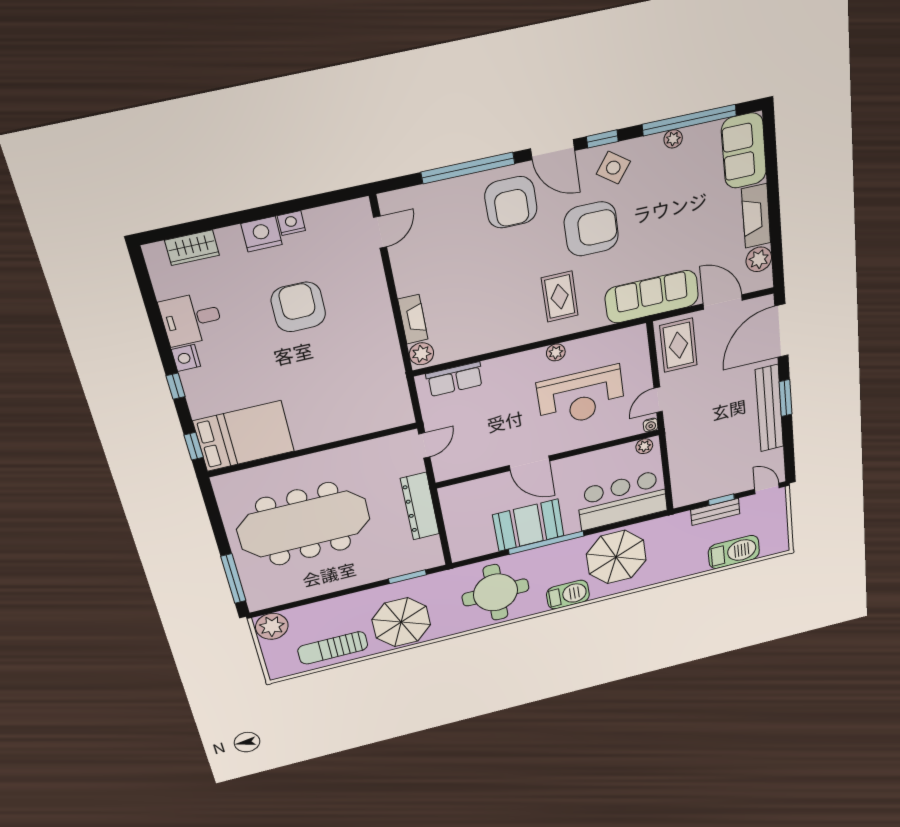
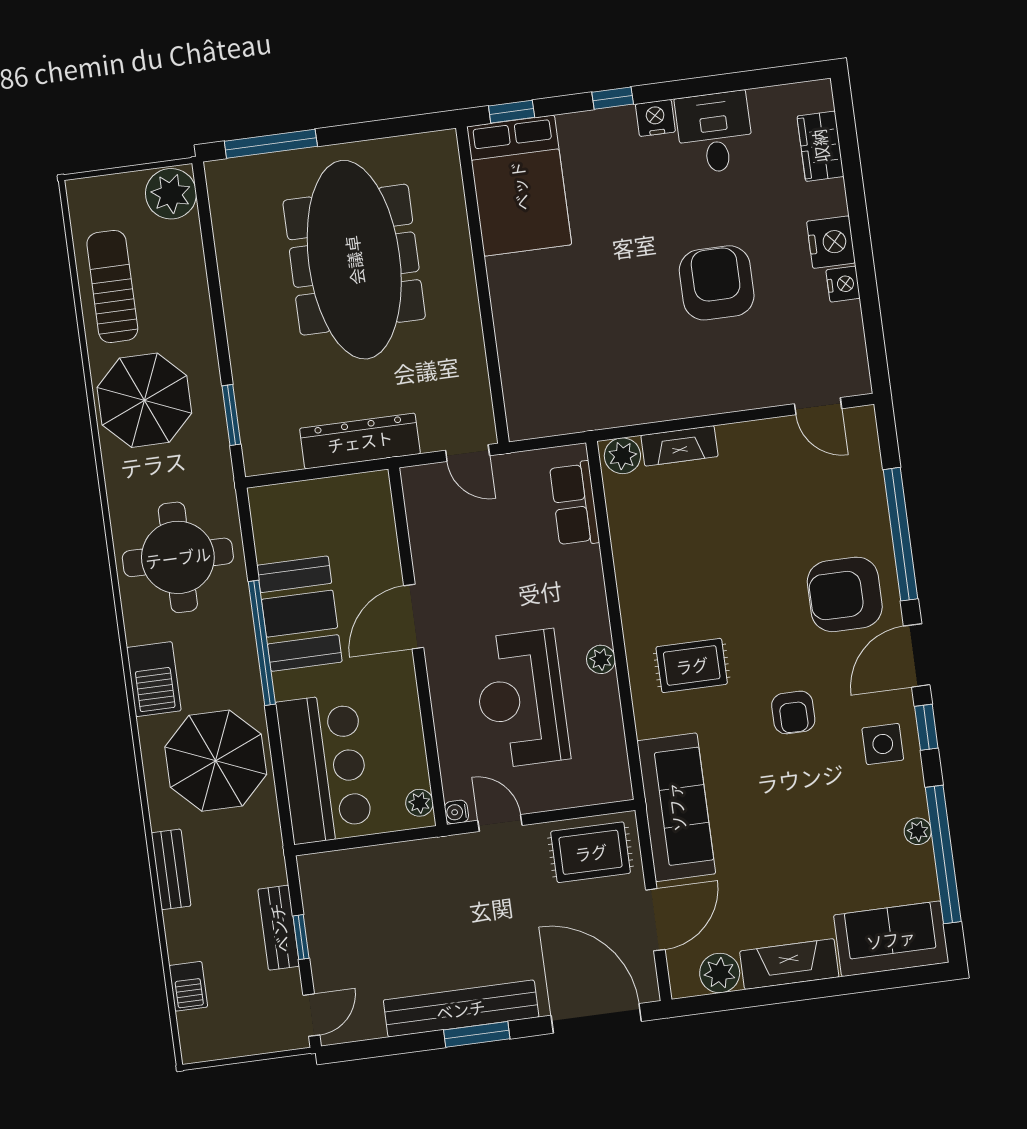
side table: (613, 168) -> (883, 744), turned -36
armchair: (591, 229) -> (793, 712), width x0.53, depth x0.53
armchair: (298, 307) -> (717, 283), turned -90
barbecue: (734, 552) -> (188, 986), width x0.53, depth x0.65
bench: (679, 571) -> (171, 869), added

